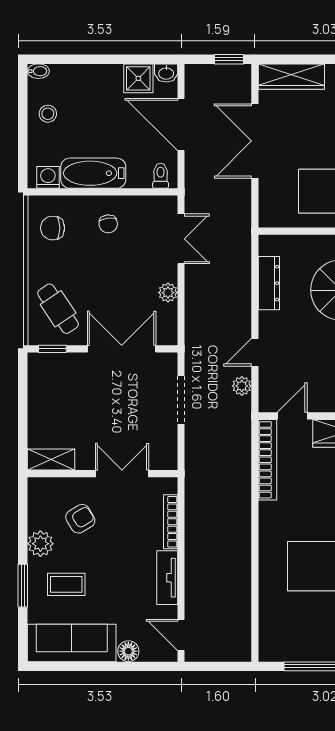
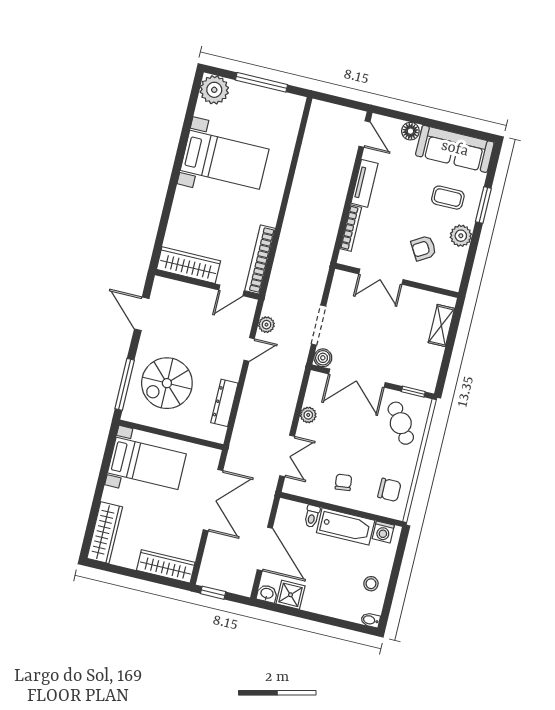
double door: (255, 141) -> (213, 500), moved
toilet: (161, 176) -> (312, 516), moved
double door: (181, 239) -> (287, 456), swing flipped
boiler: (167, 363) -> (323, 358), added
shelving: (51, 460) -> (441, 326), moved, turned 90

